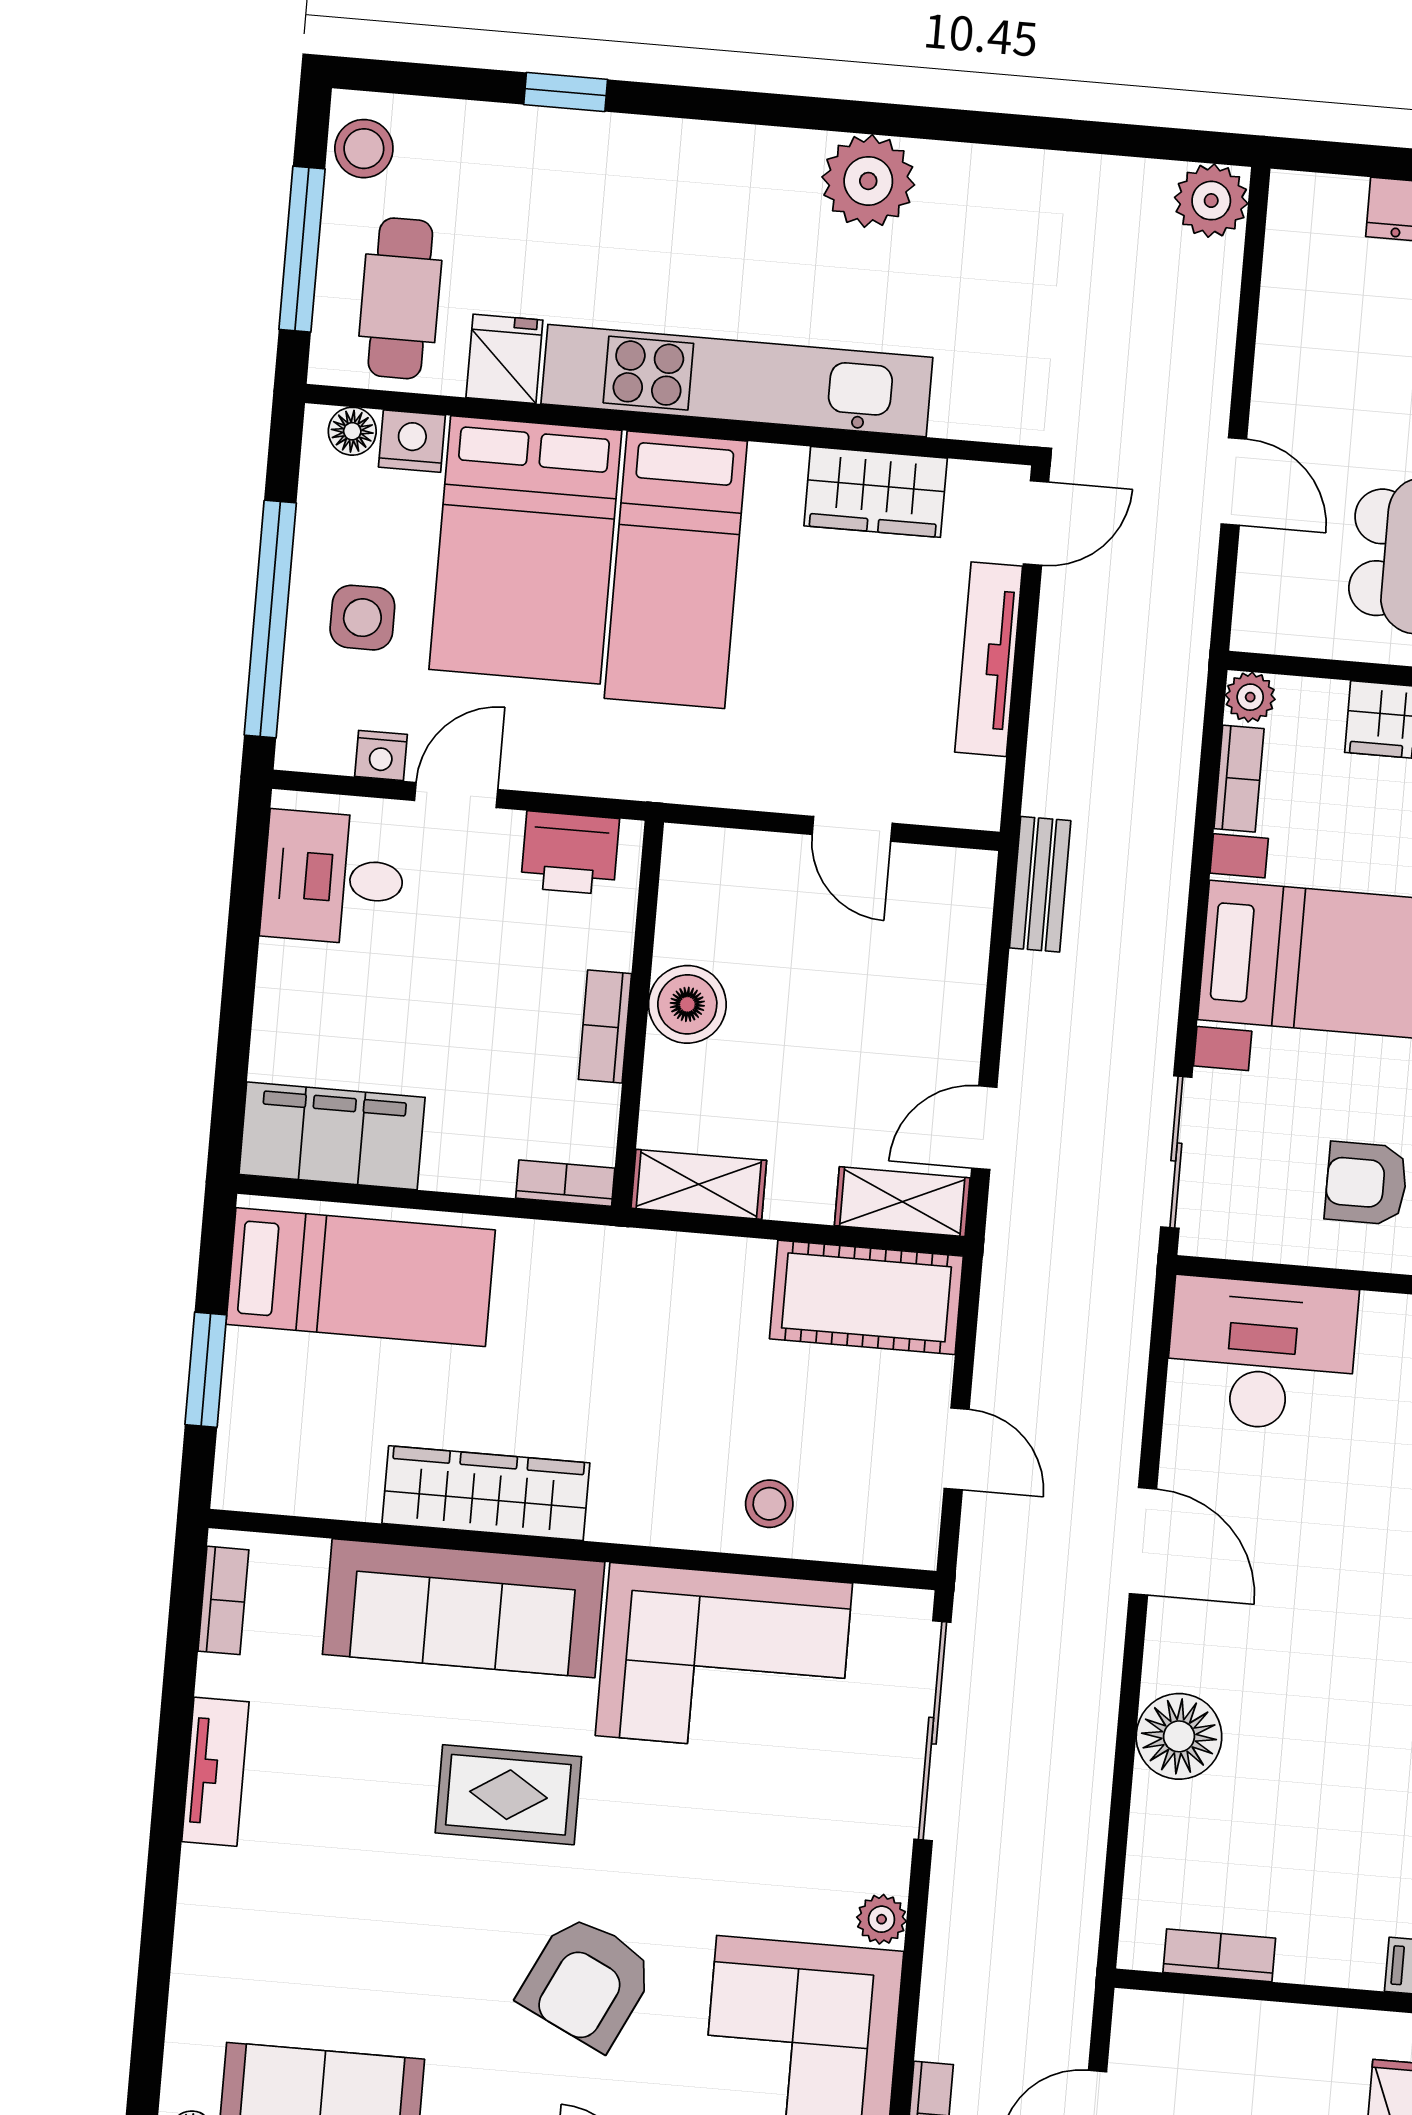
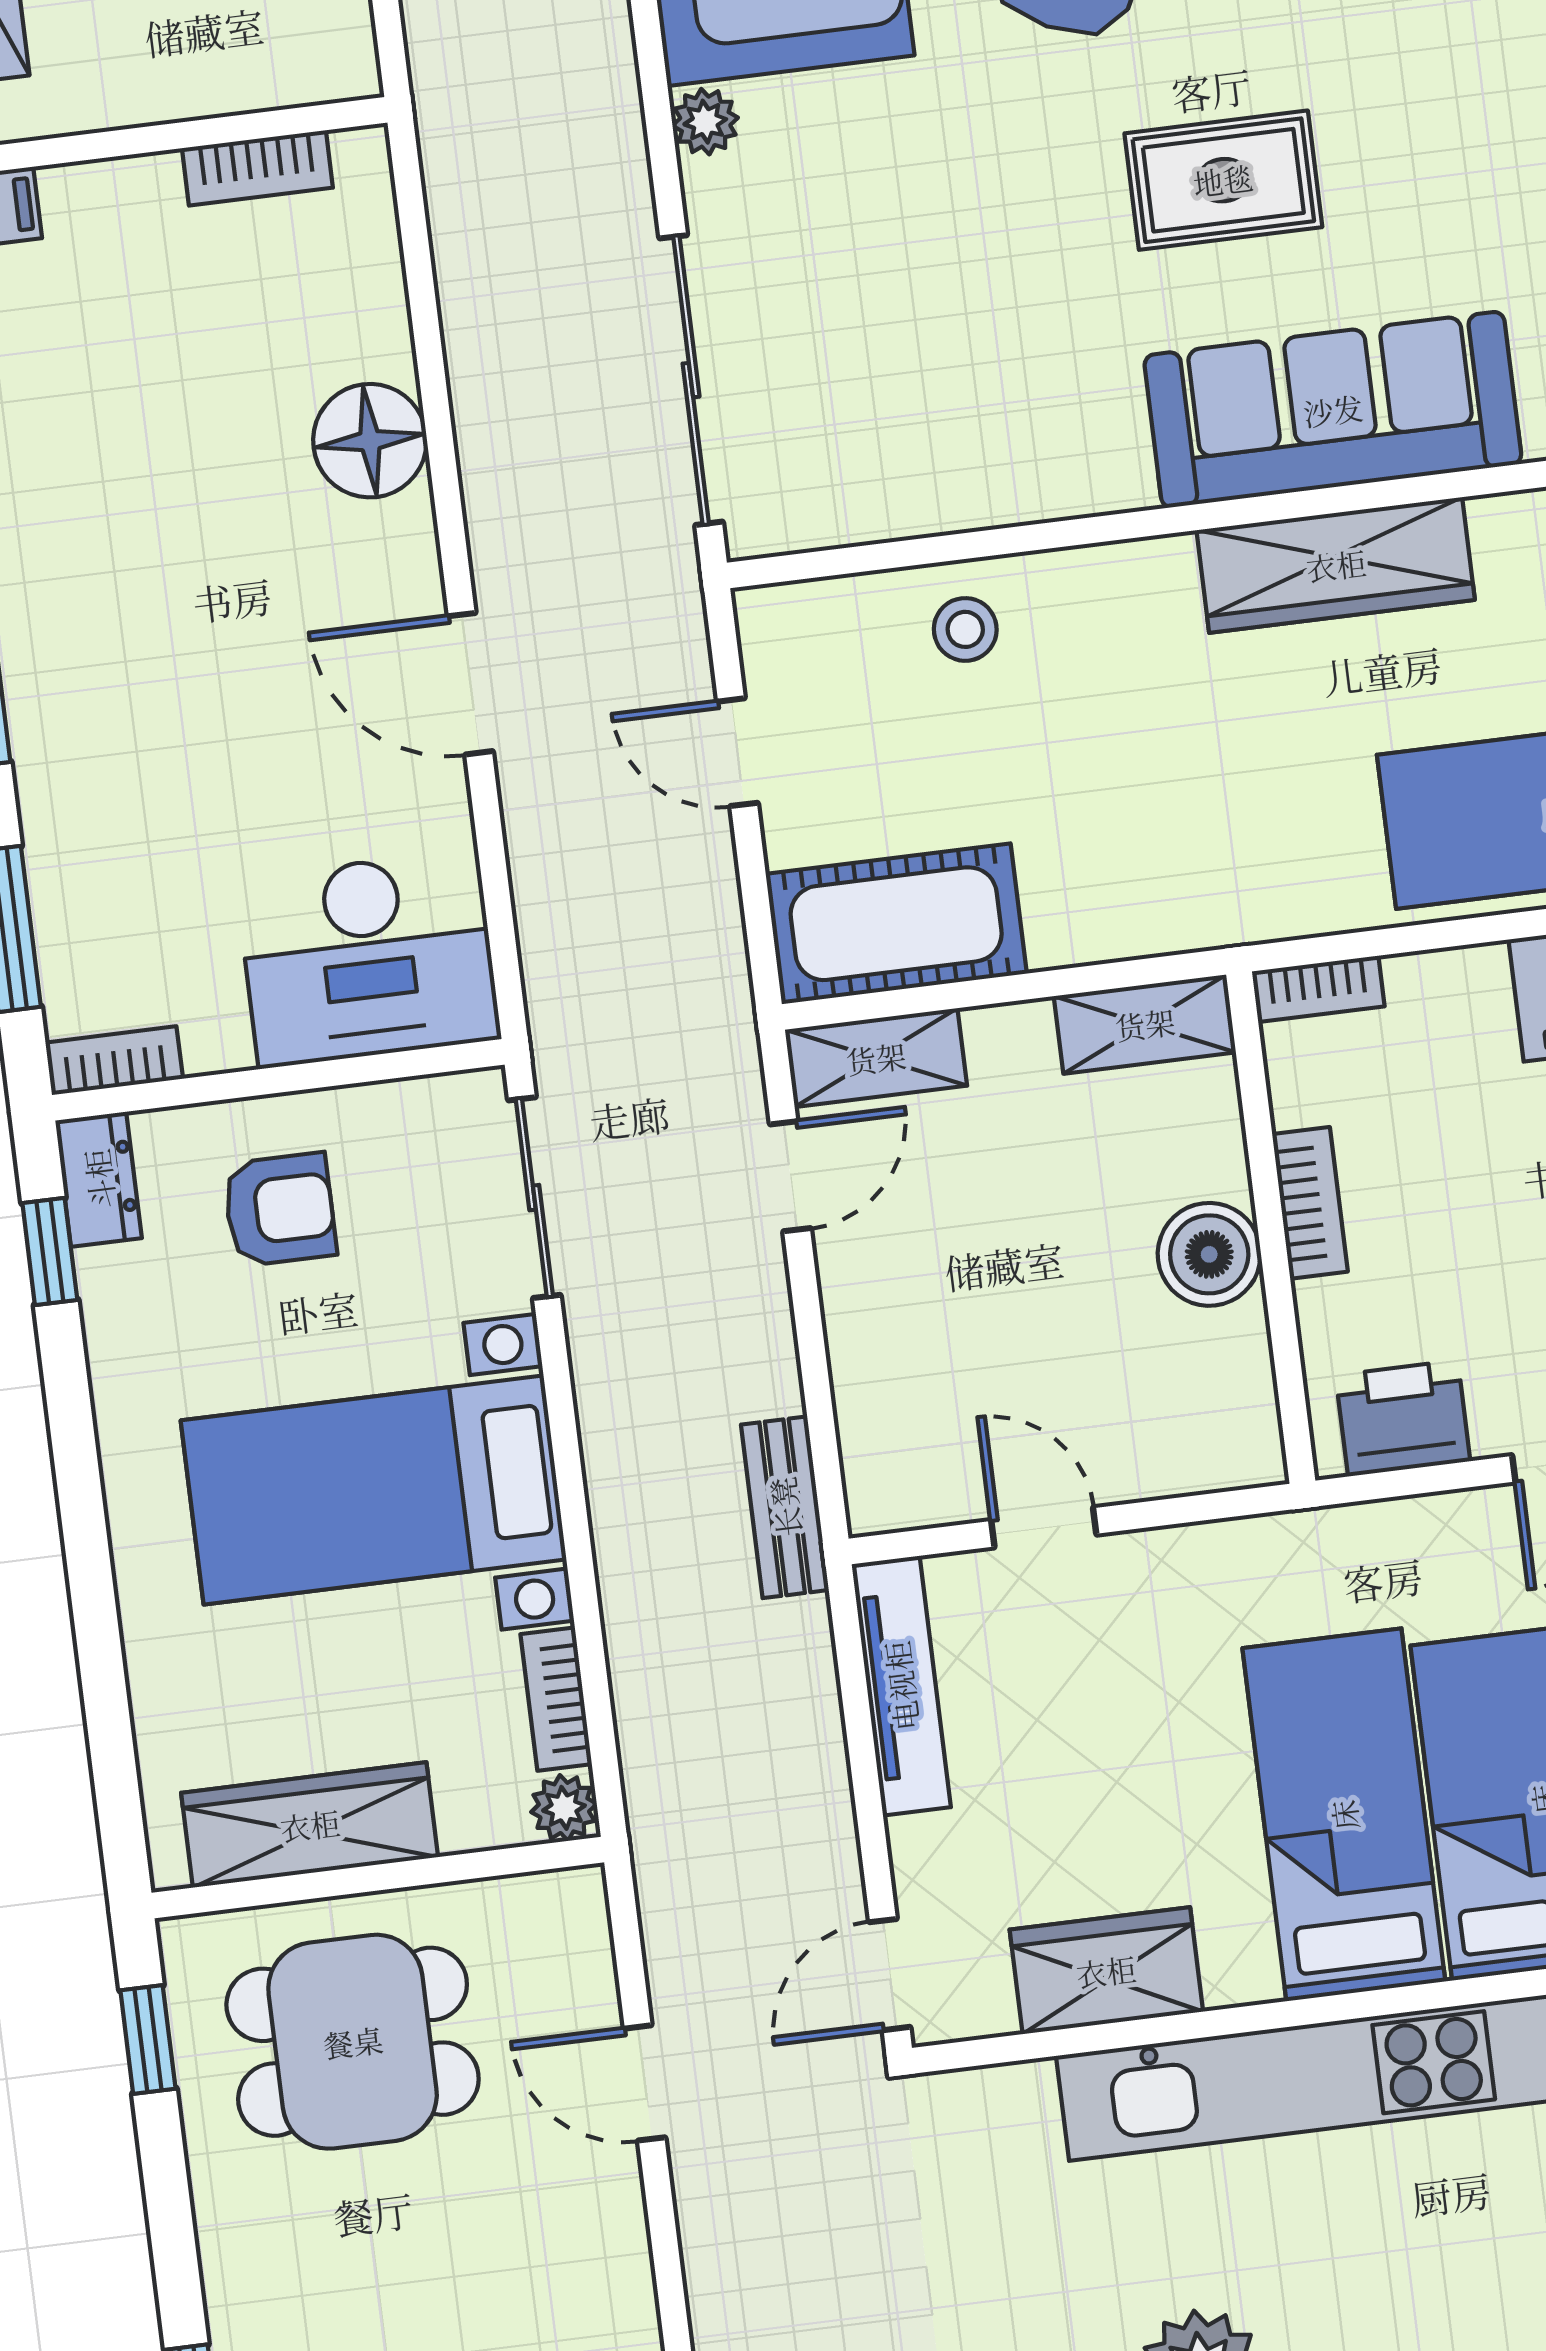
tv unit: (989, 659) -> (901, 1686), moved
corner sofa: (724, 1659) -> (981, 415), removed

